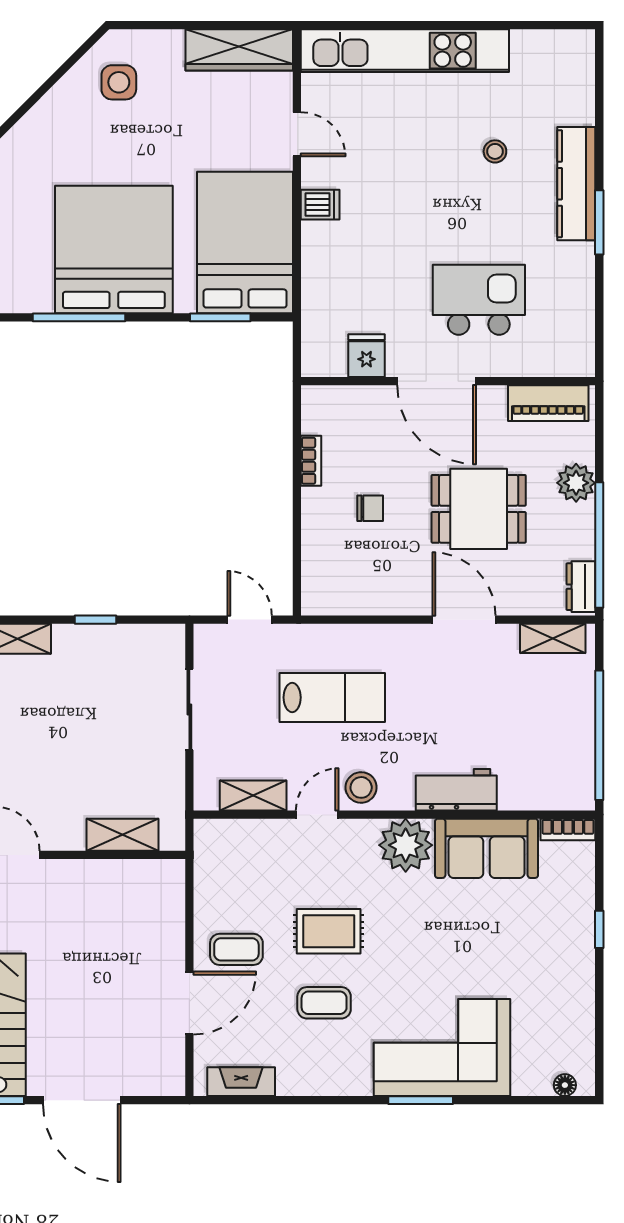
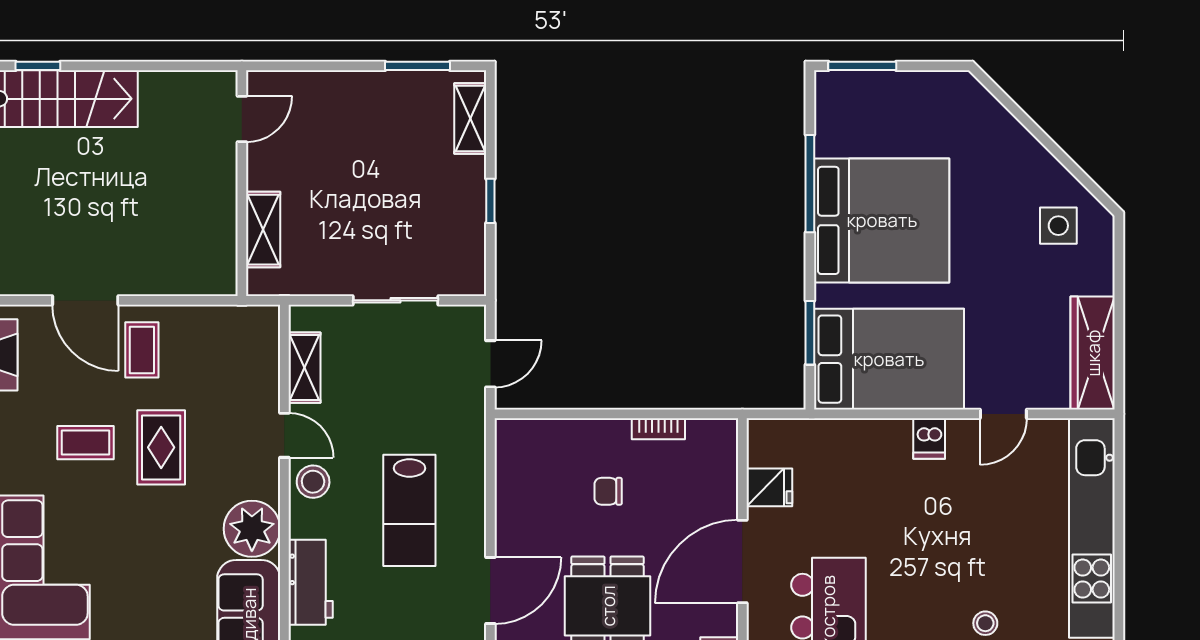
chair: (370, 508) -> (608, 491), turned 90
lab bench: (332, 697) -> (409, 510), moved
coffee table: (324, 1003) -> (85, 443), turned 90

